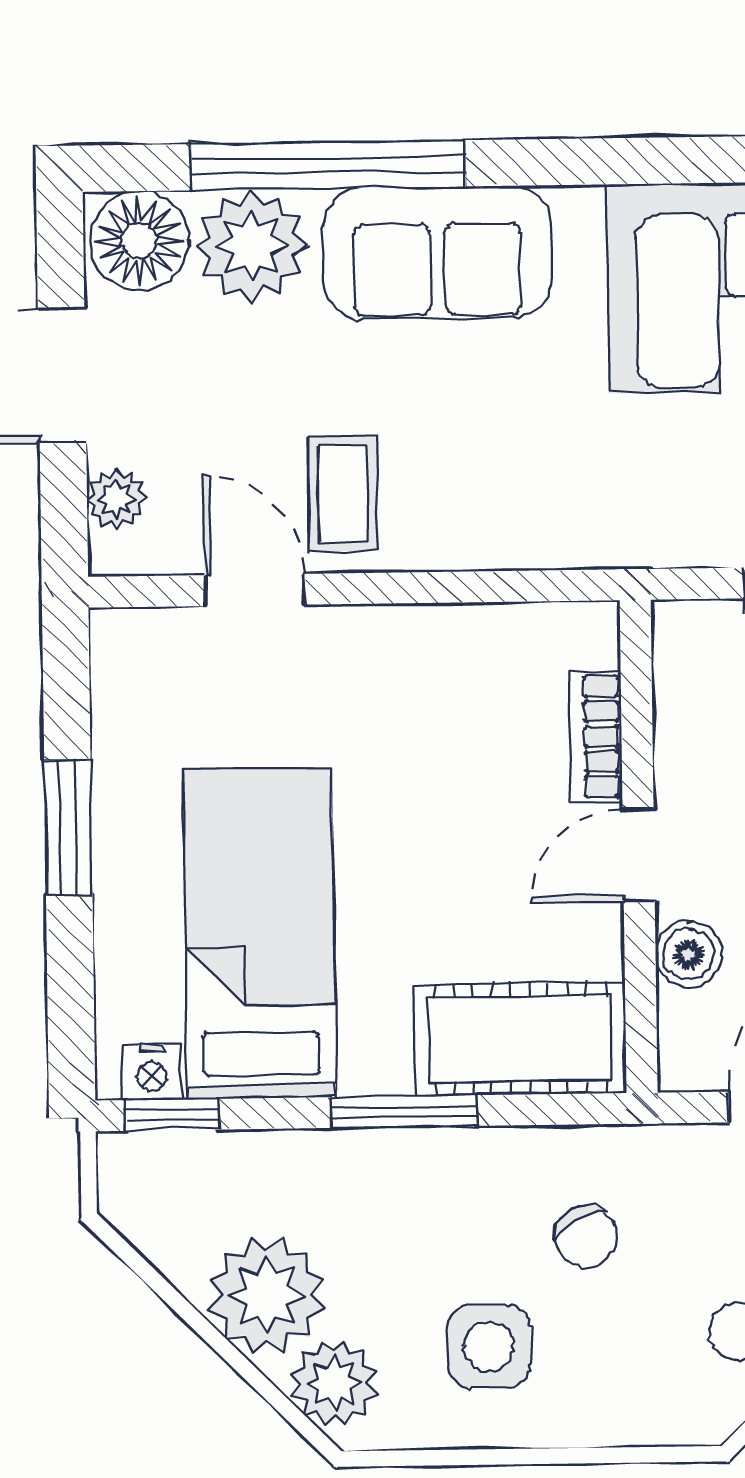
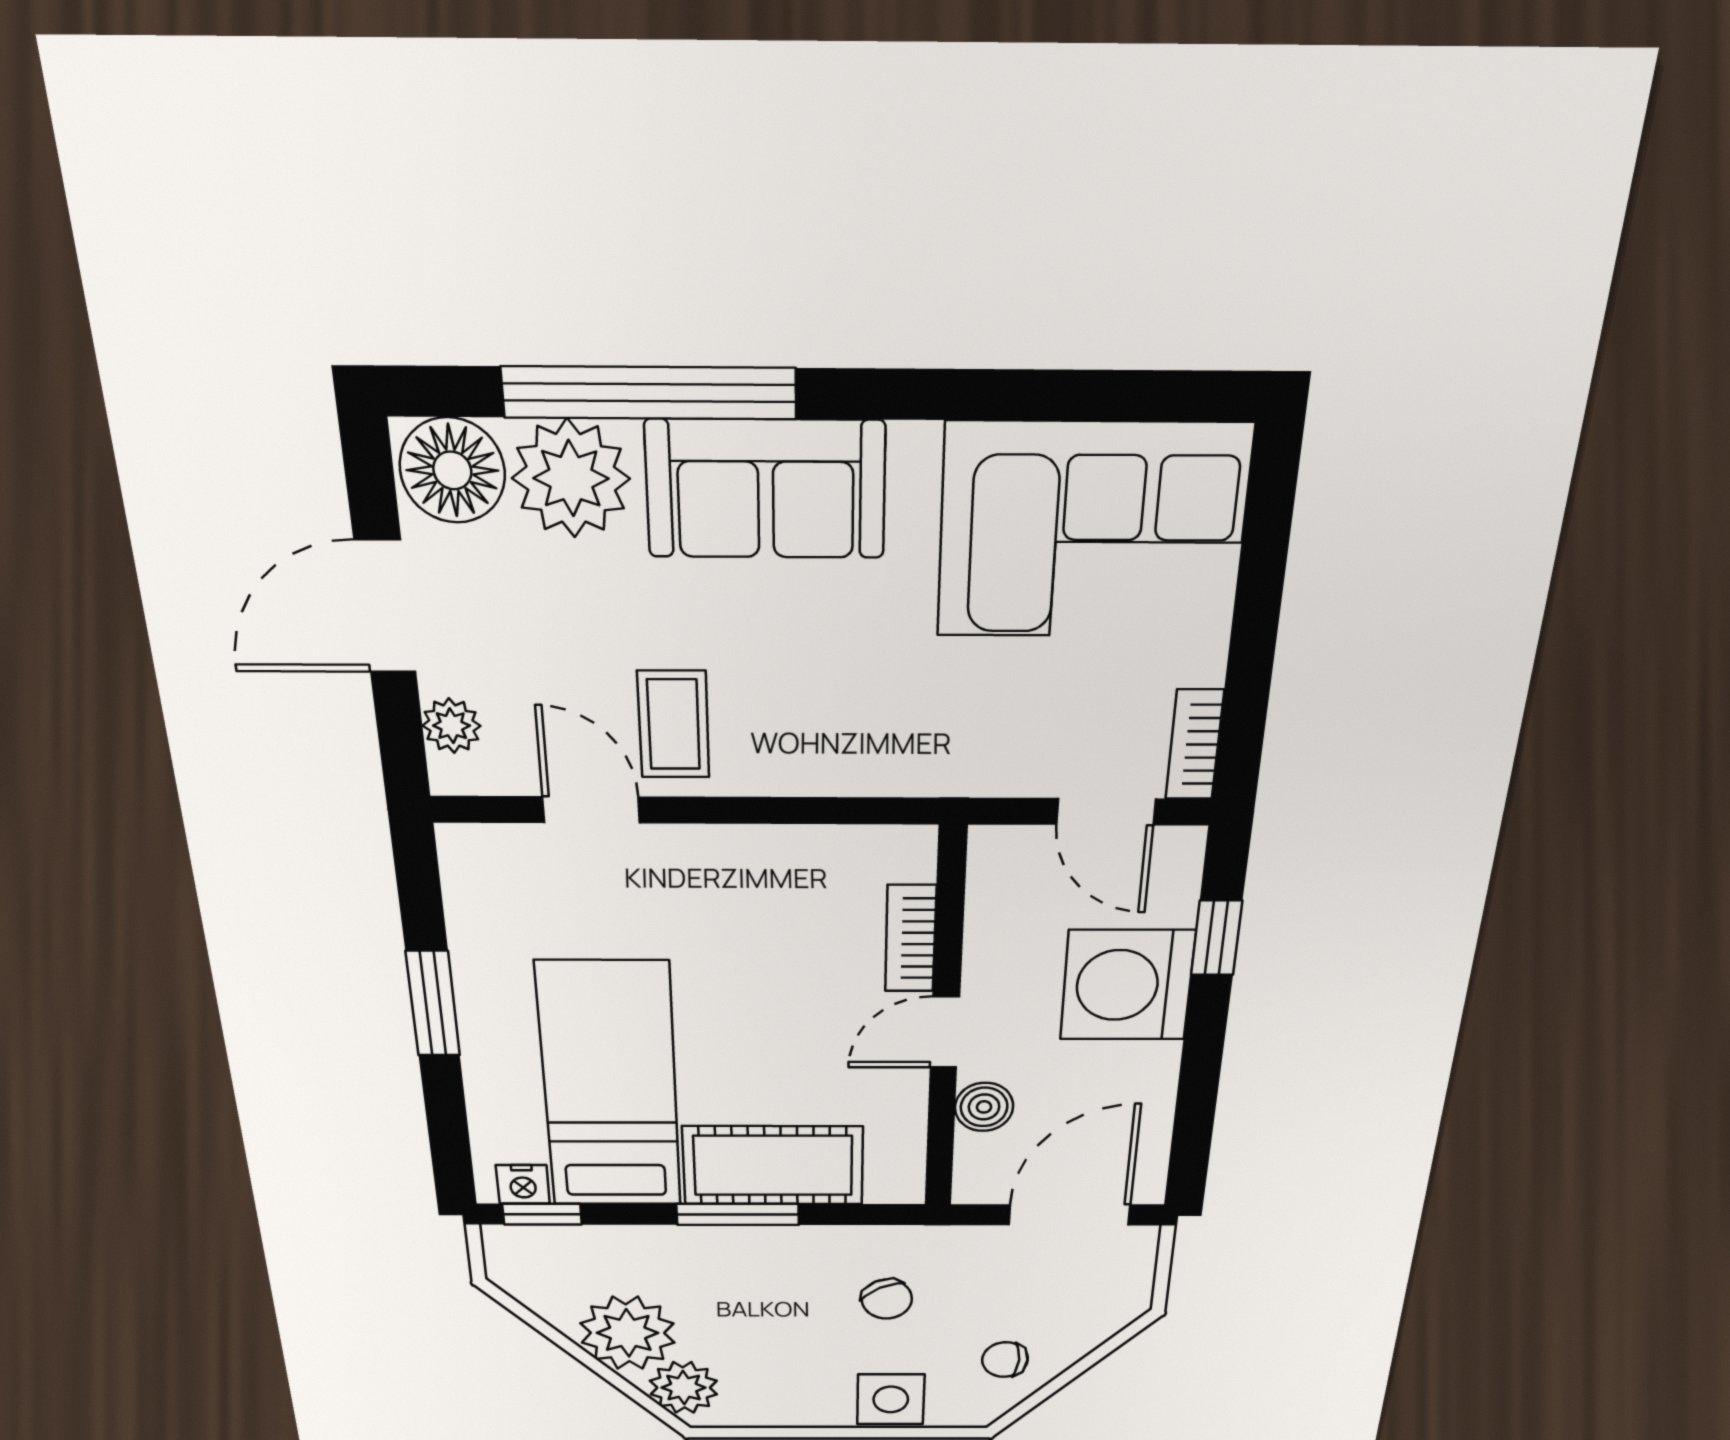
cot: (520, 1039) -> (773, 1165), moved
side table: (489, 1346) -> (891, 1399), moved

